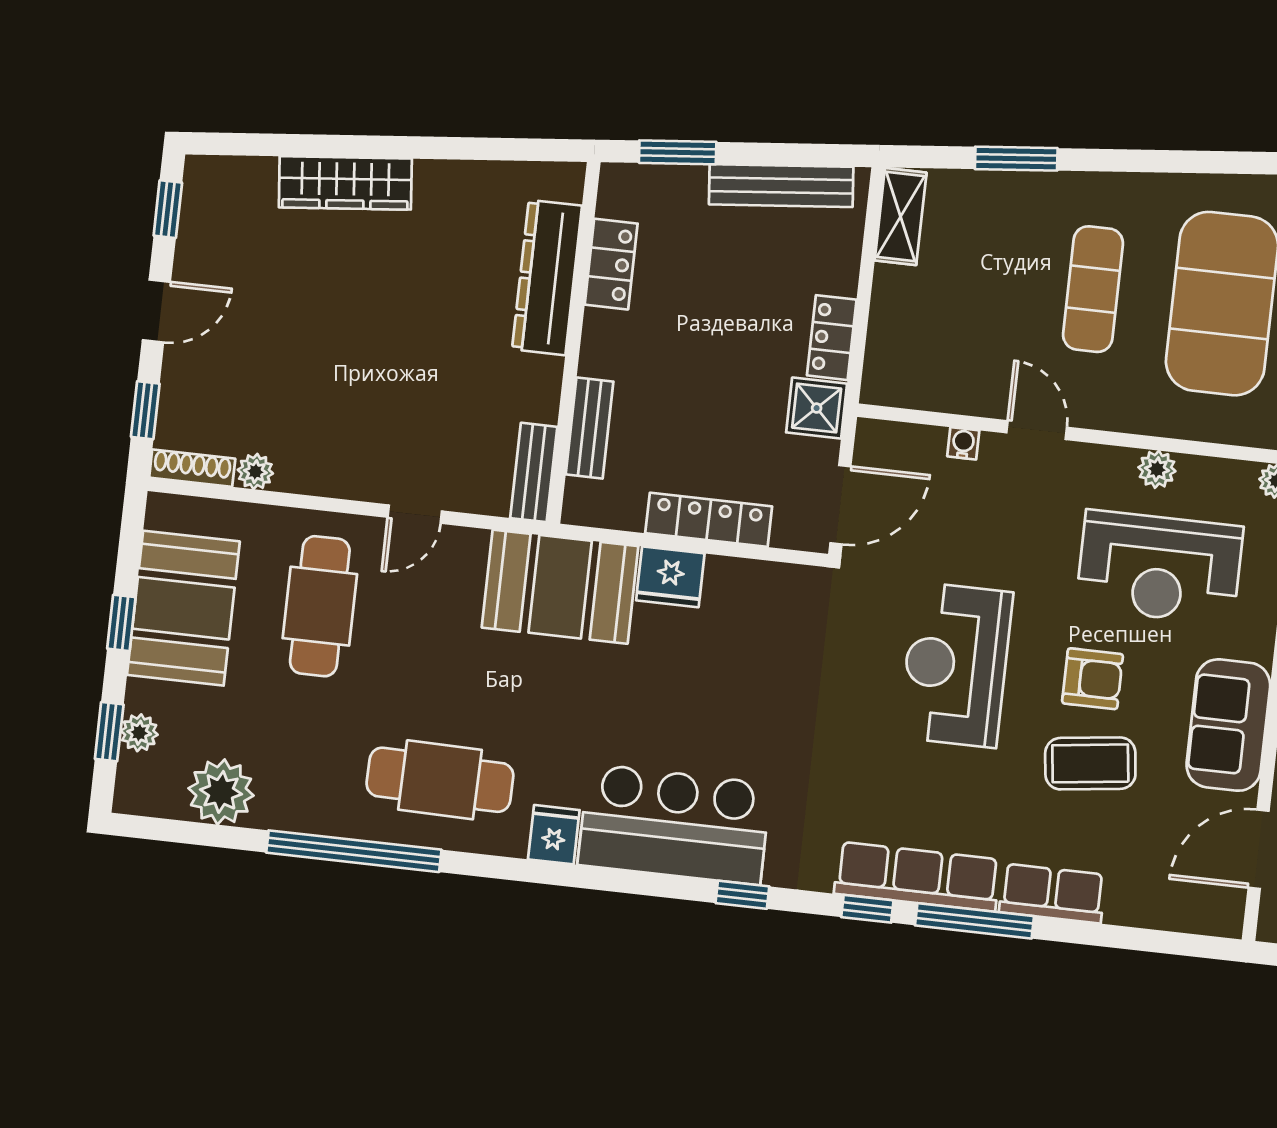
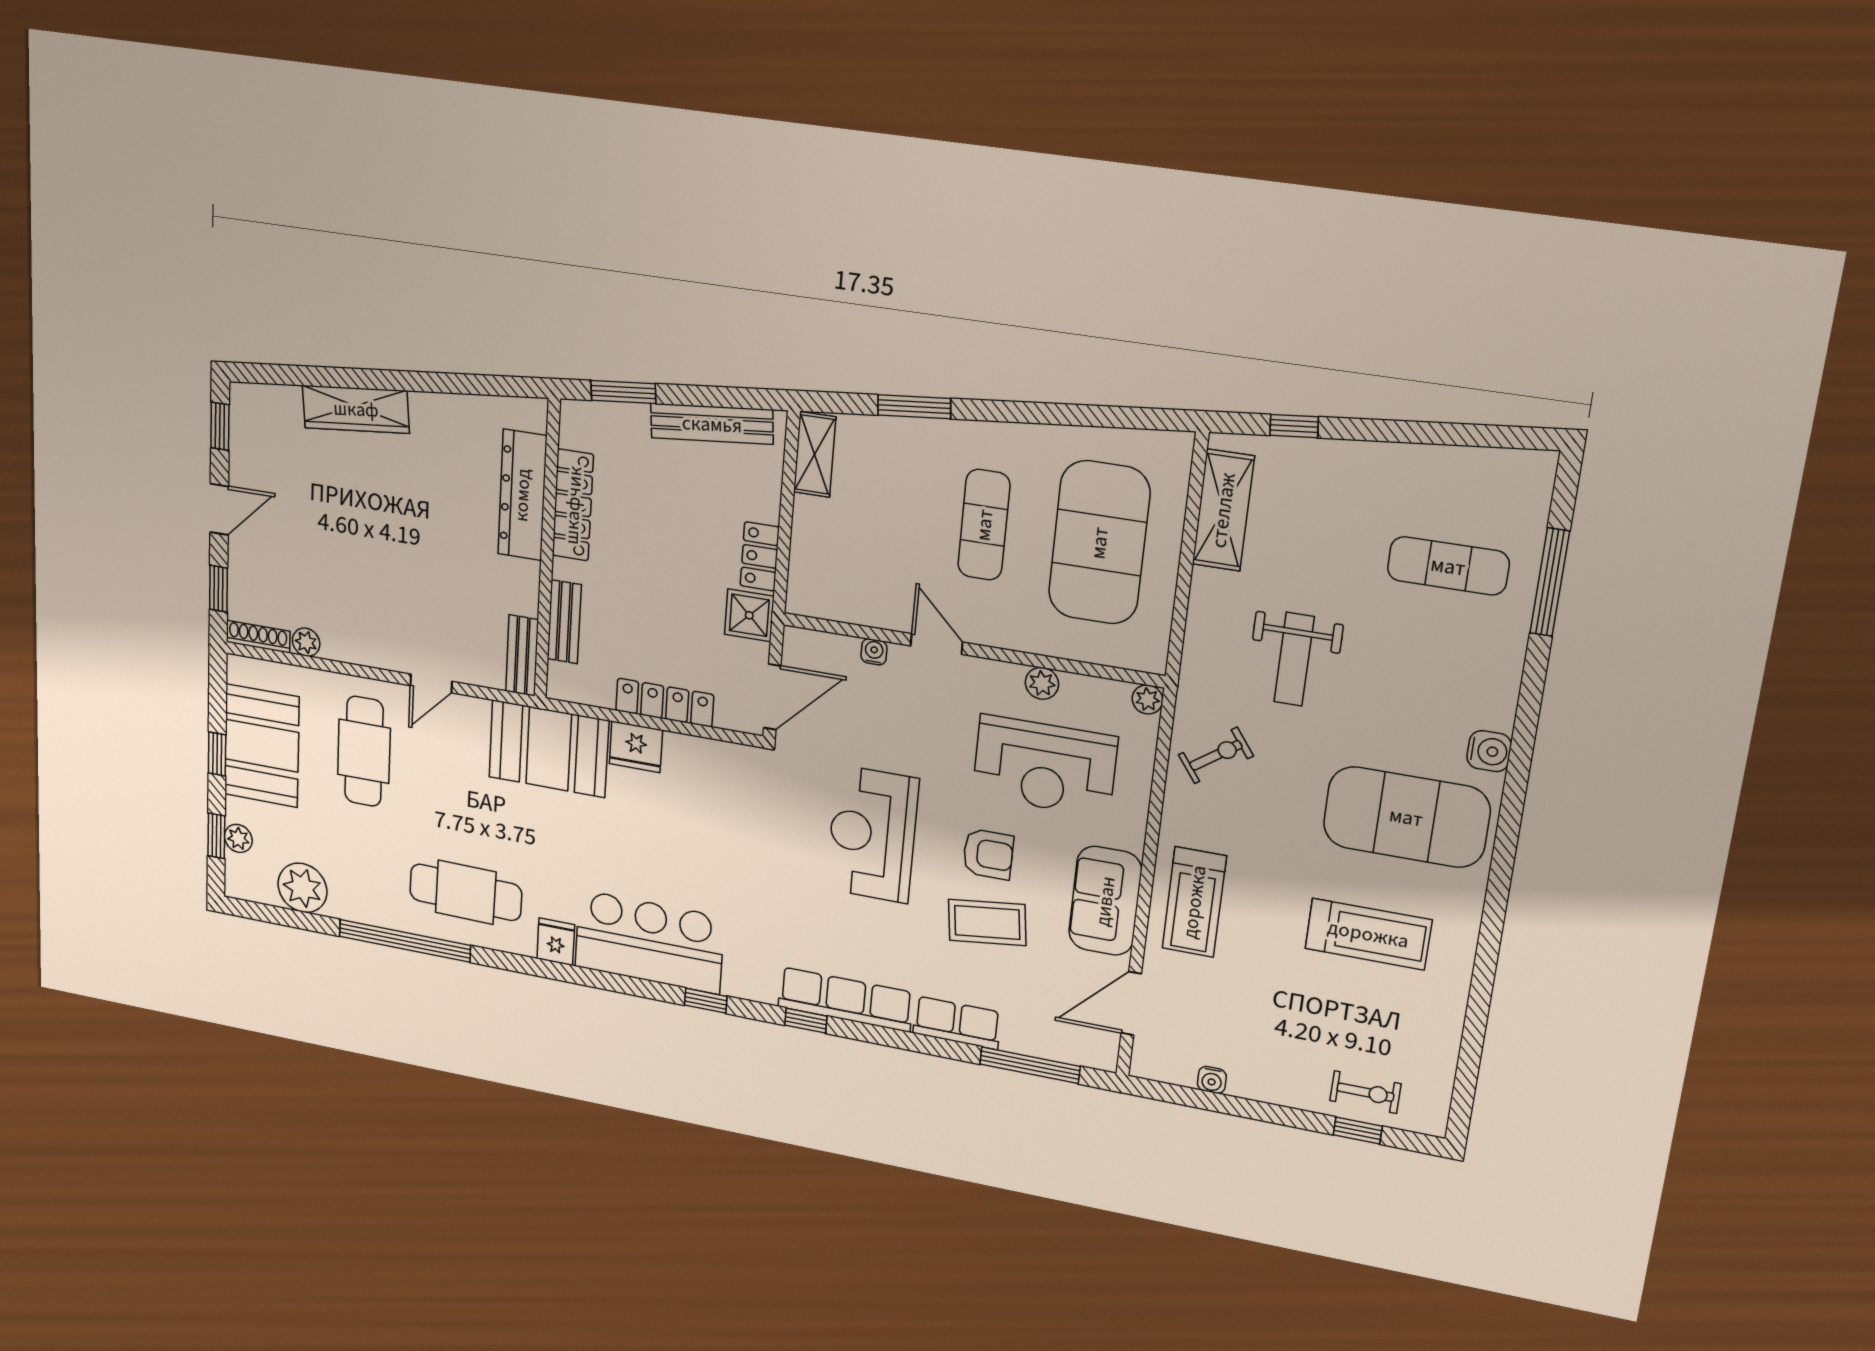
locker: (611, 264) -> (573, 505), width x1.53
window: (975, 921) -> (1030, 1065), moved

